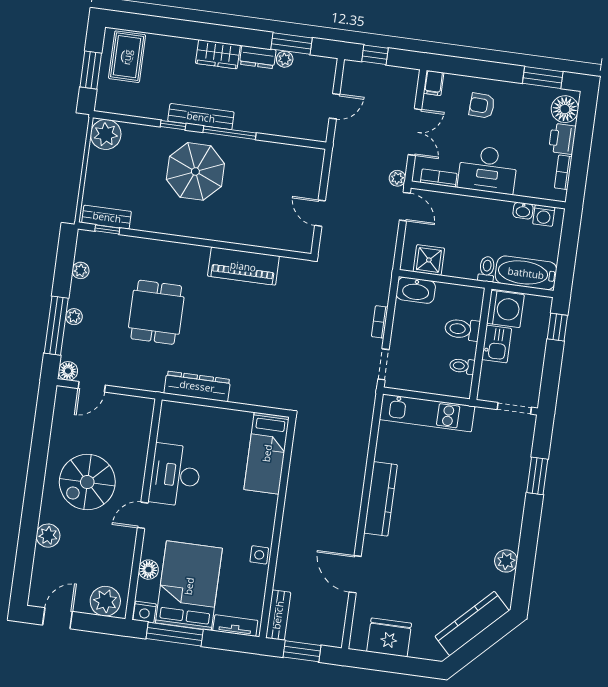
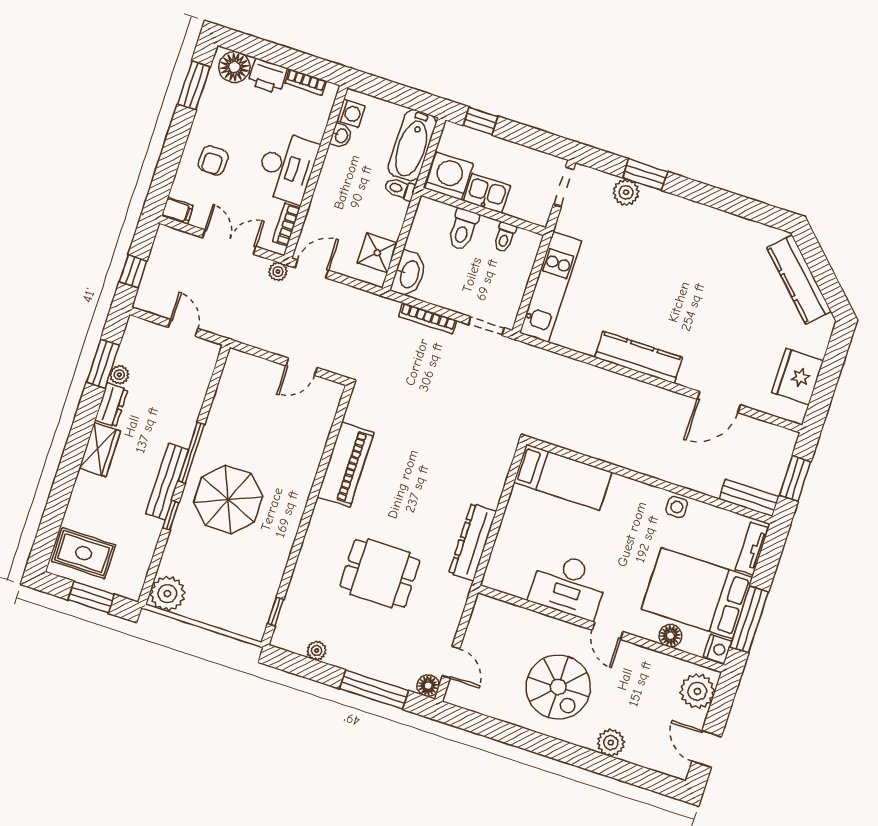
bench: (107, 217) -> (261, 610), removed
plant: (74, 317) -> (368, 668), removed
bookcase: (380, 322) -> (428, 318), width x1.56
plant: (506, 561) -> (626, 192), moved

